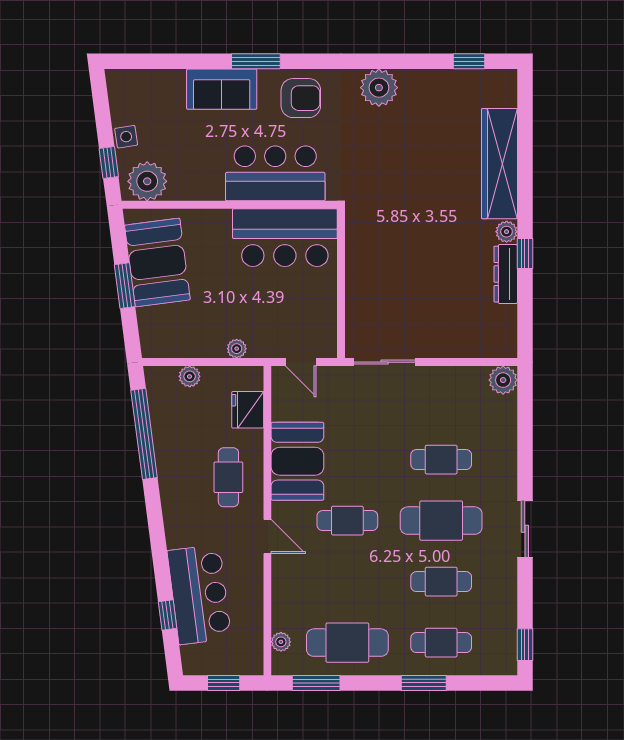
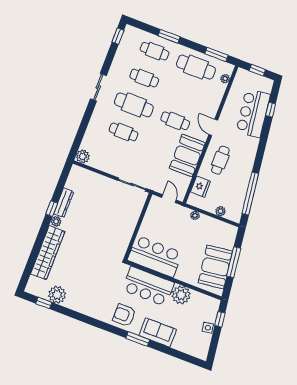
plant: (379, 88) -> (57, 295), moved
plant: (147, 181) -> (181, 295), moved
window: (125, 286) -> (234, 262), width x1.44

